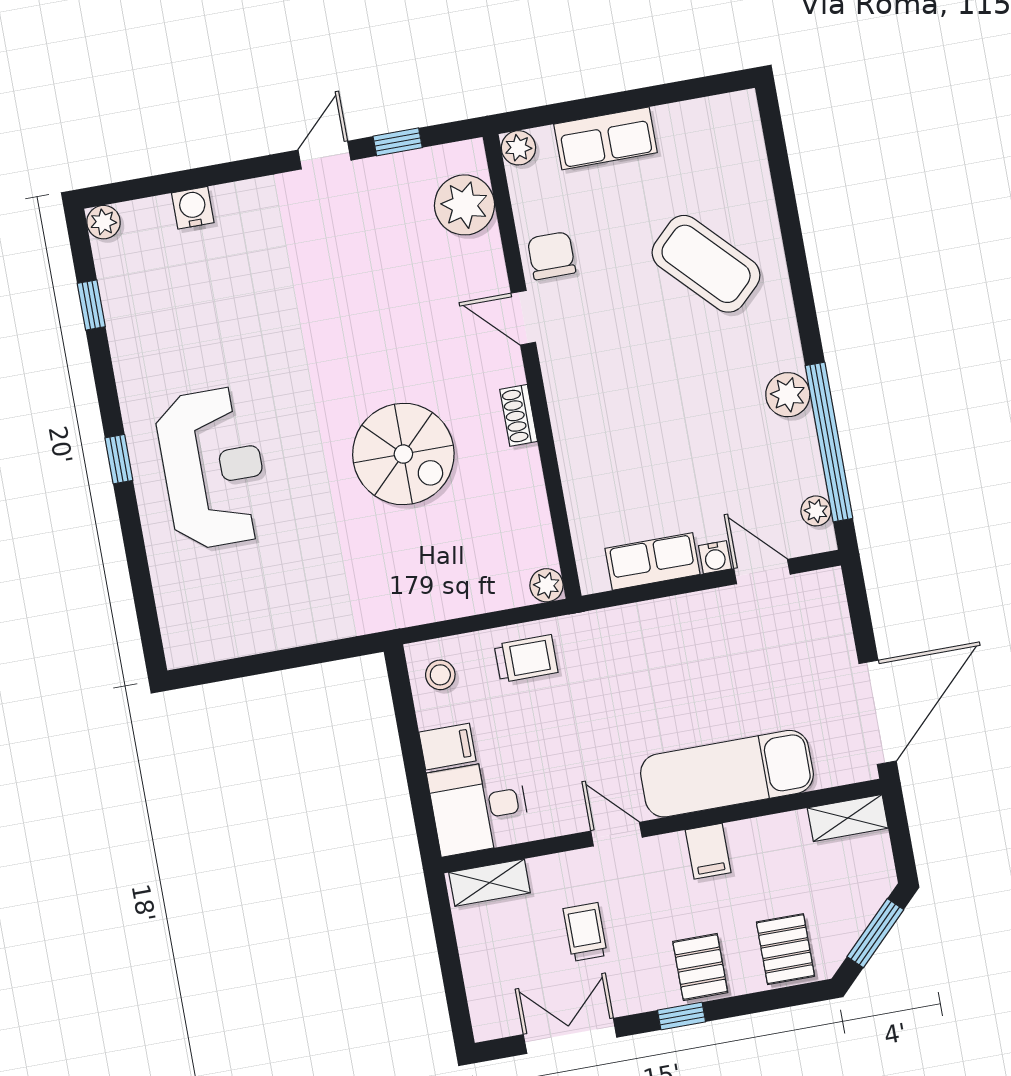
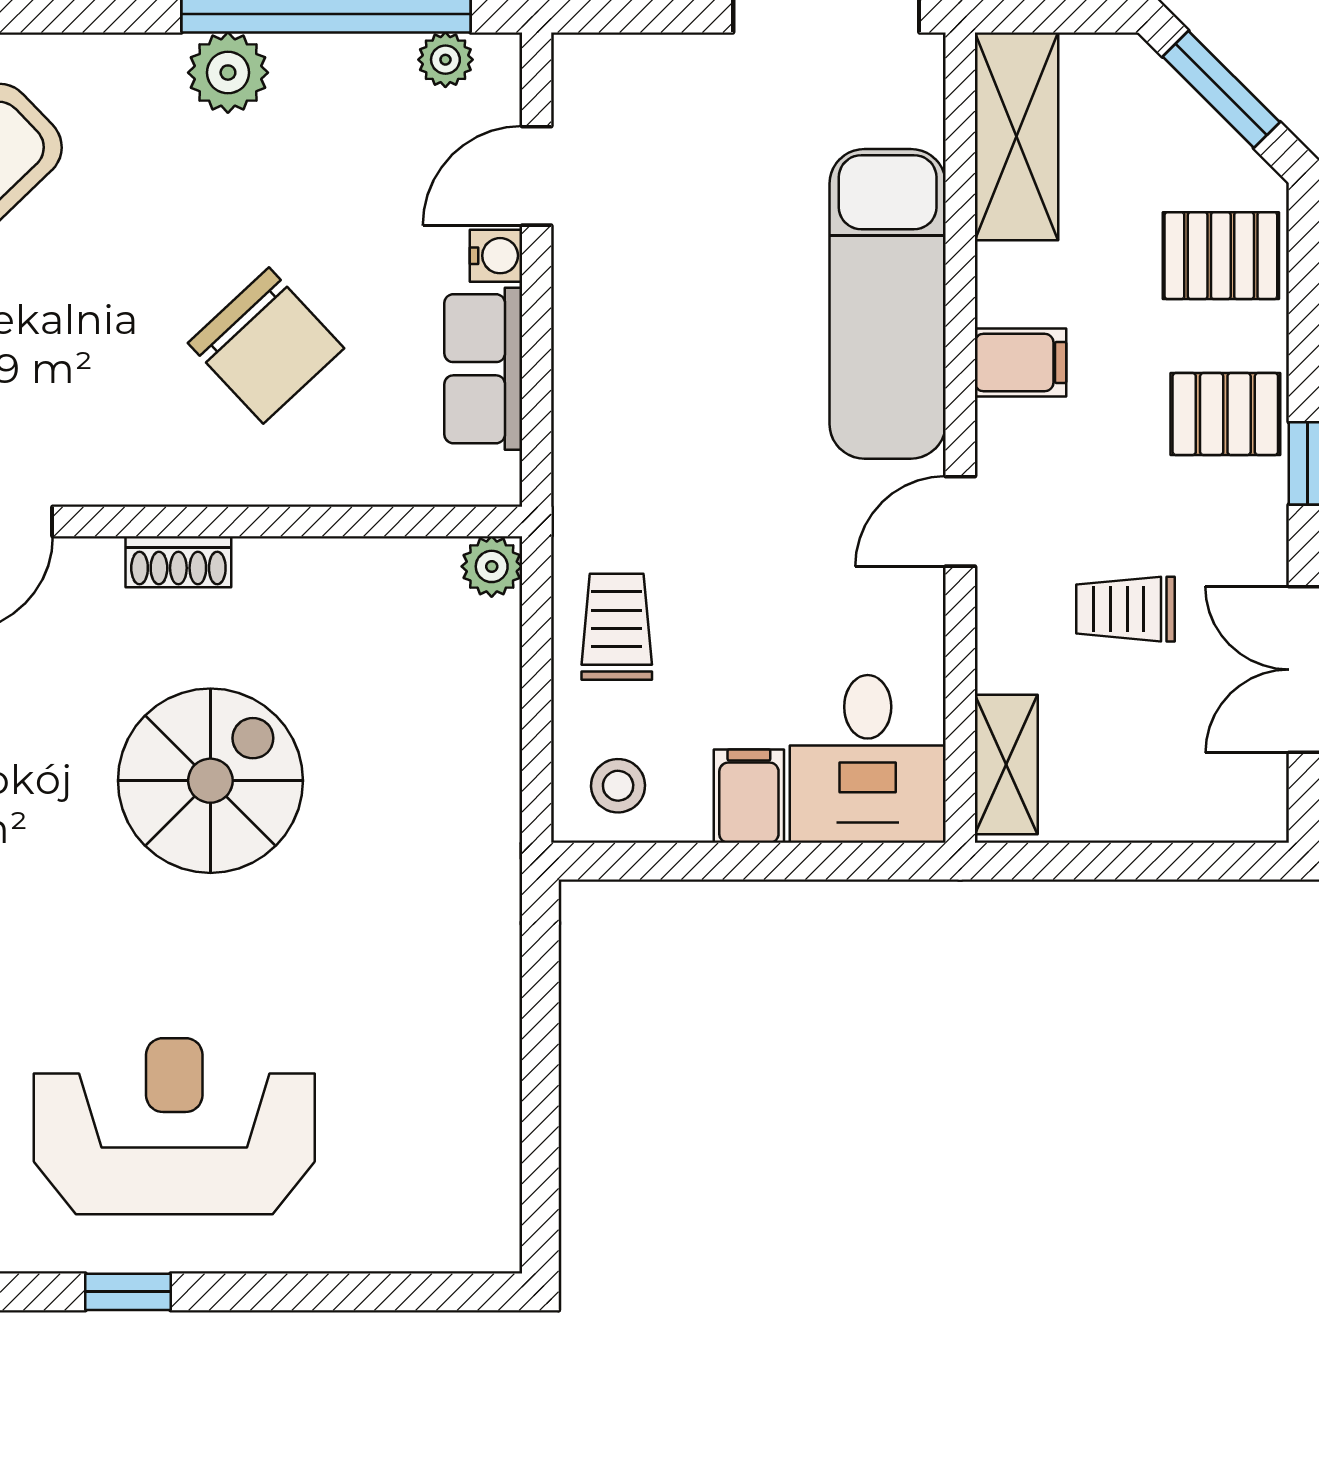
chair: (644, 442) -> (266, 346), added
shelving: (848, 818) -> (1016, 136), width x1.50, depth x1.33

